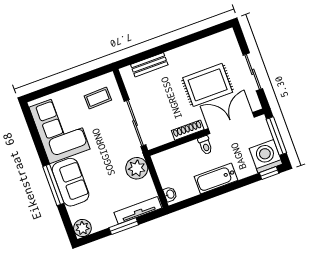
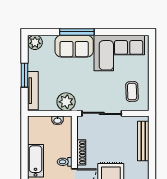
bench: (149, 65) -> (143, 141), width x1.36
washbasin: (170, 194) -> (57, 120), moved

